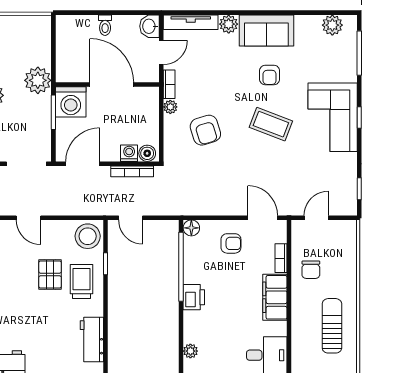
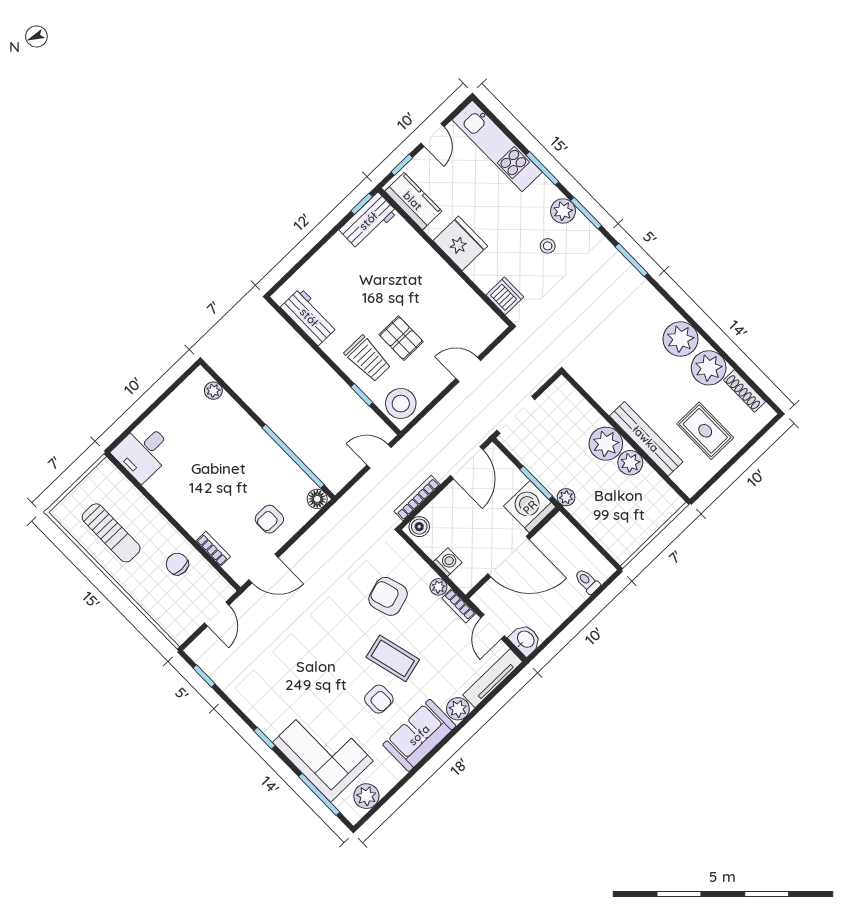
toilet: (105, 25) -> (587, 581), moved
armchair: (270, 75) -> (379, 699), turned 180
plant: (38, 80) -> (566, 497), width x0.53, depth x0.53
corner sofa: (333, 117) -> (323, 752), moved
coffee table: (271, 124) -> (393, 658), moved, turned 55
washing machine: (129, 153) -> (448, 562), moved, turned -90
printer: (194, 297) -> (256, 440), removed
filing cabinet: (275, 297) -> (185, 509), removed

